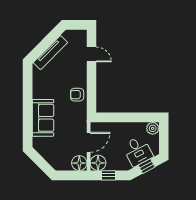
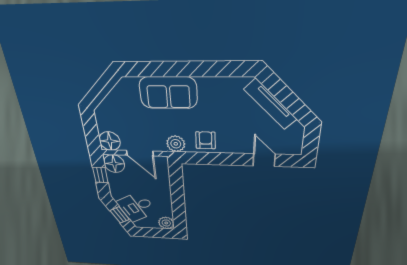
door: (92, 54) -> (264, 160), swing flipped
plant: (80, 116) -> (176, 144), added

